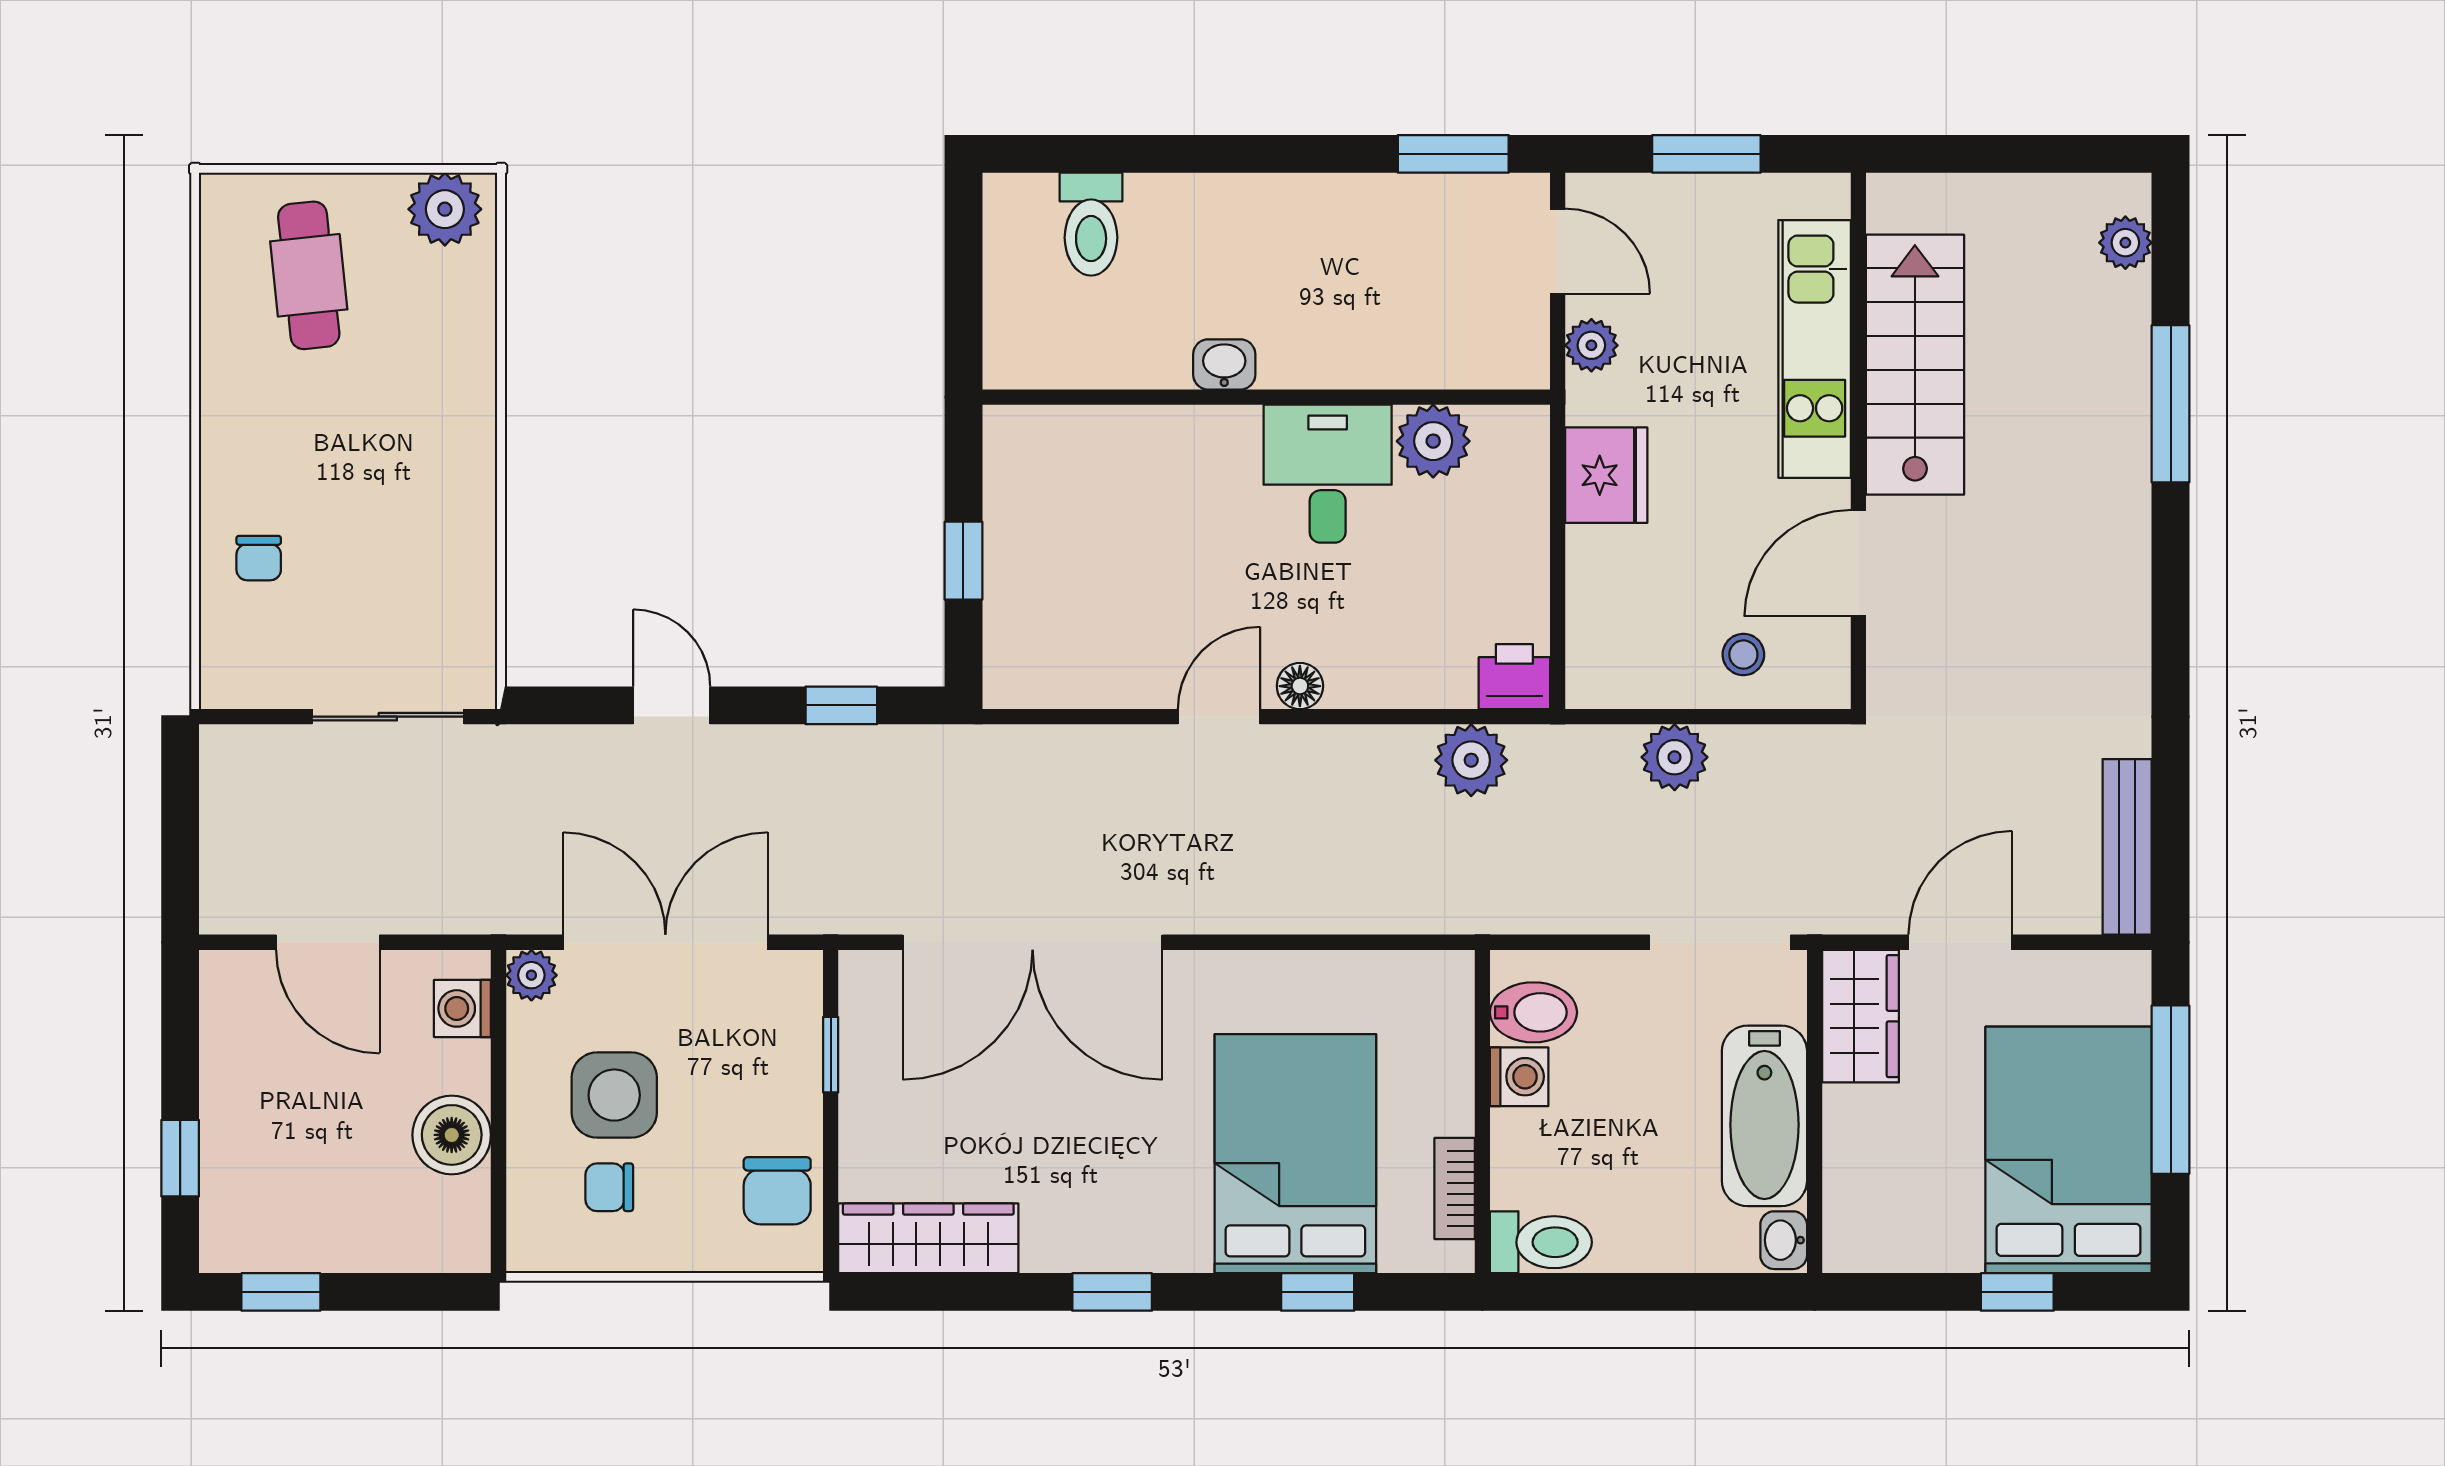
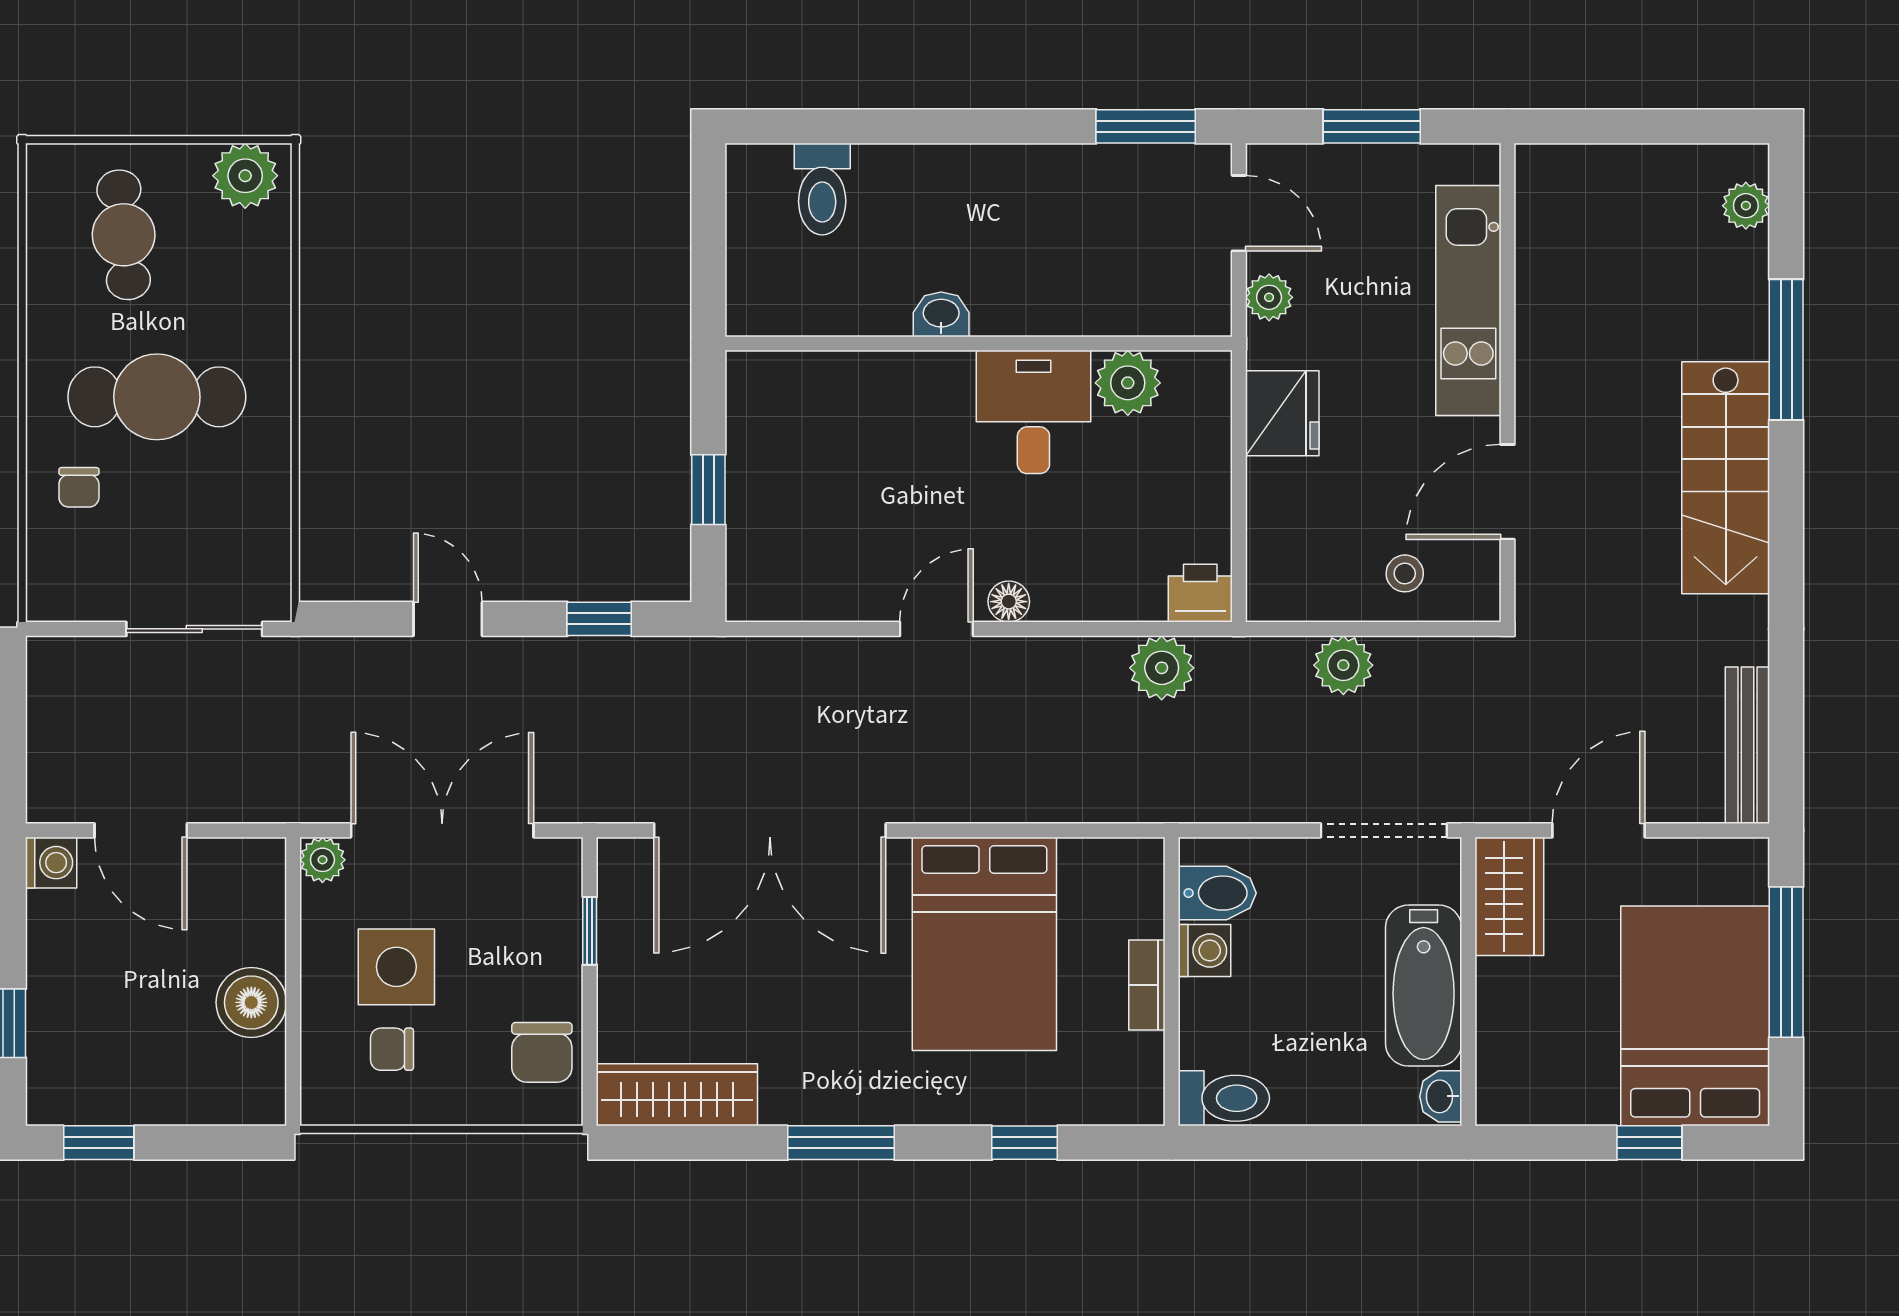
stairs: (1915, 365) -> (1726, 478), moved, turned 180
cafe table: (346, 457) -> (157, 397), added
washing machine: (462, 1008) -> (51, 863), moved, turned 180
bed: (1295, 1154) -> (984, 944), moved, turned 180
bookcase: (1455, 1189) -> (1147, 985), moved
window: (1112, 1292) -> (841, 1143), width x1.50

